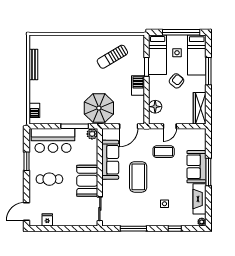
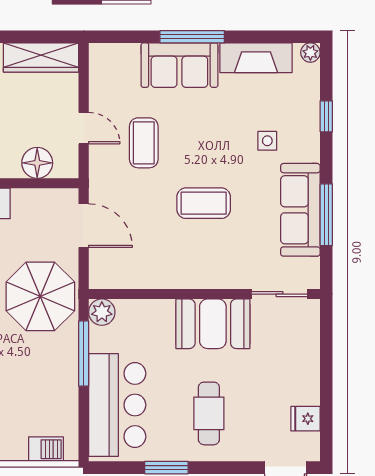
sofa: (110, 160) -> (300, 210), moved, turned -90
coffee table: (138, 177) -> (204, 203), width x0.73, depth x0.76

